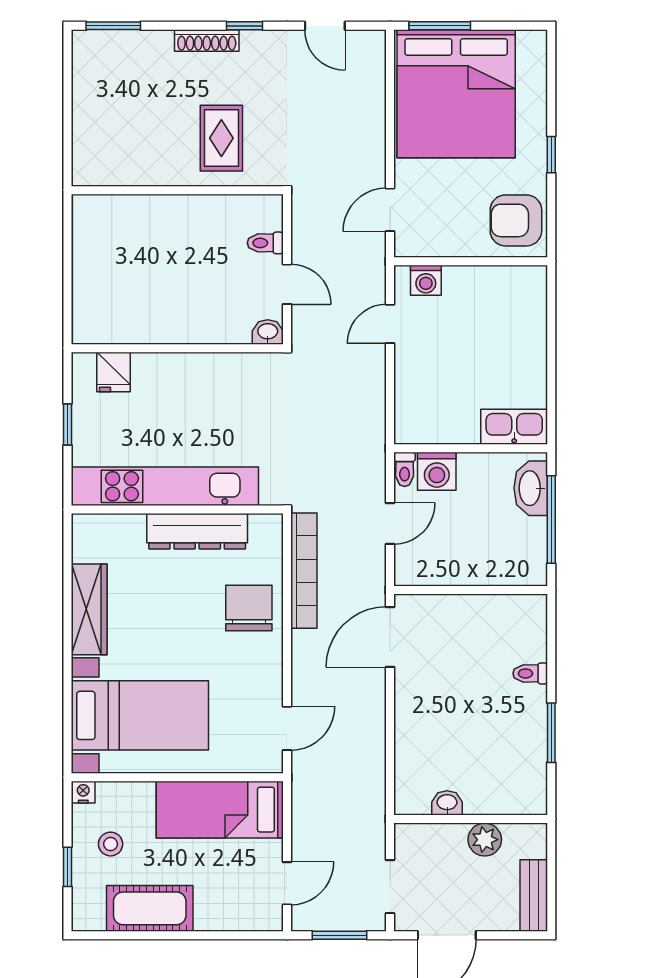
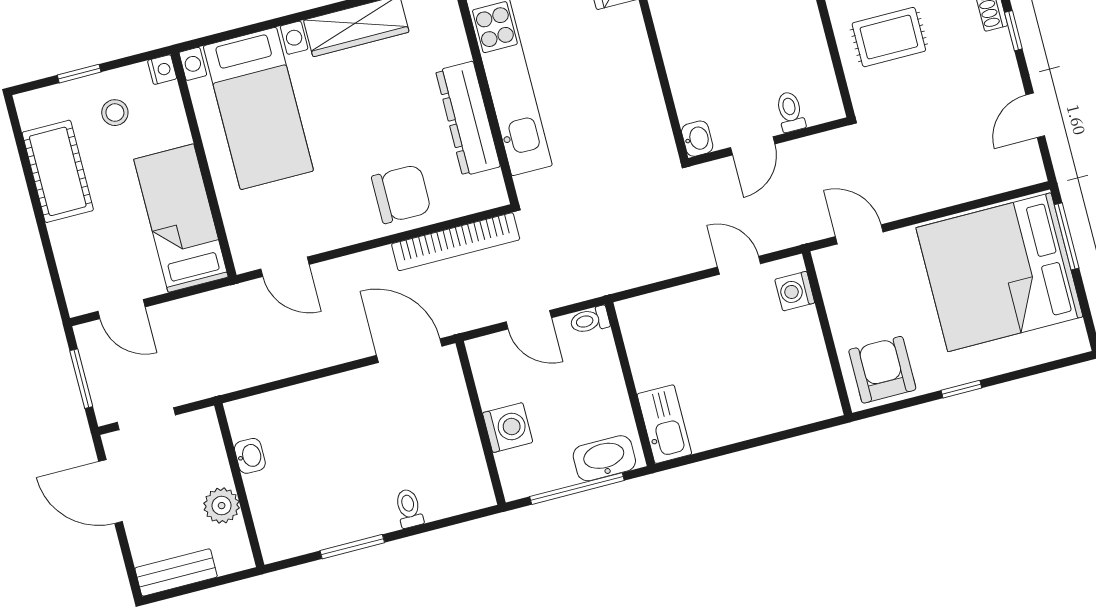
washing machine: (437, 471) -> (508, 428), moved, turned 180

